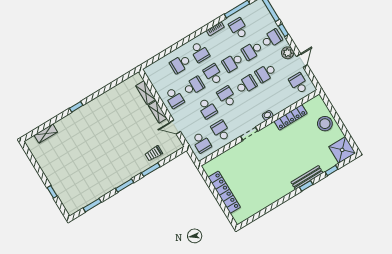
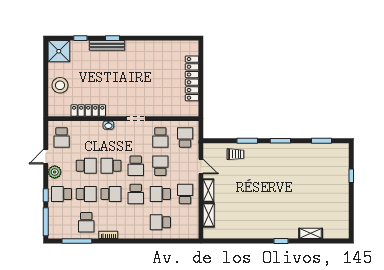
school desk: (200, 52) -> (136, 222), removed
school desk: (180, 64) -> (160, 222), turned 180
shelving: (46, 134) -> (311, 233), moved

